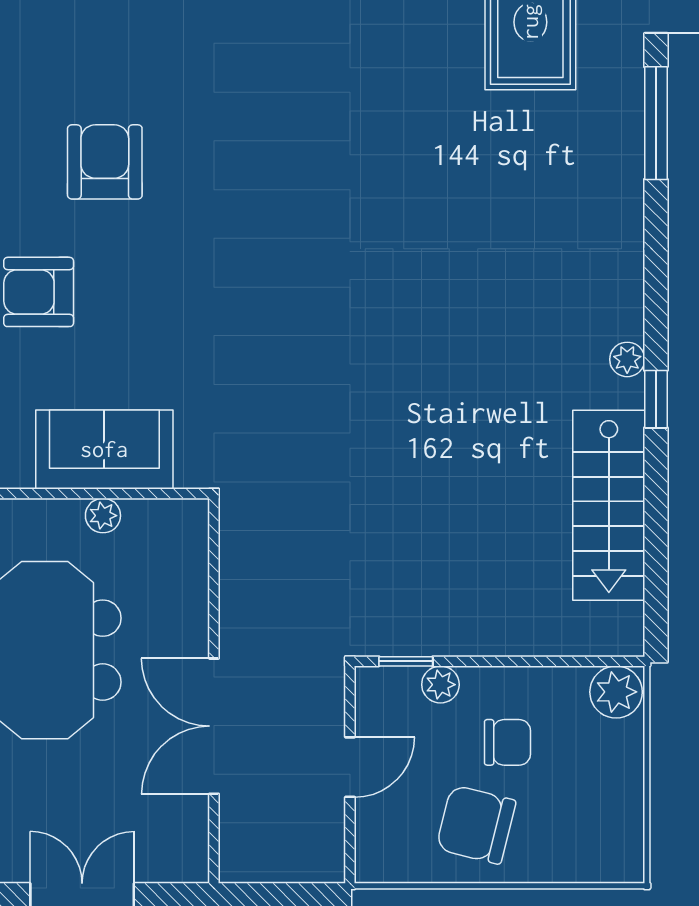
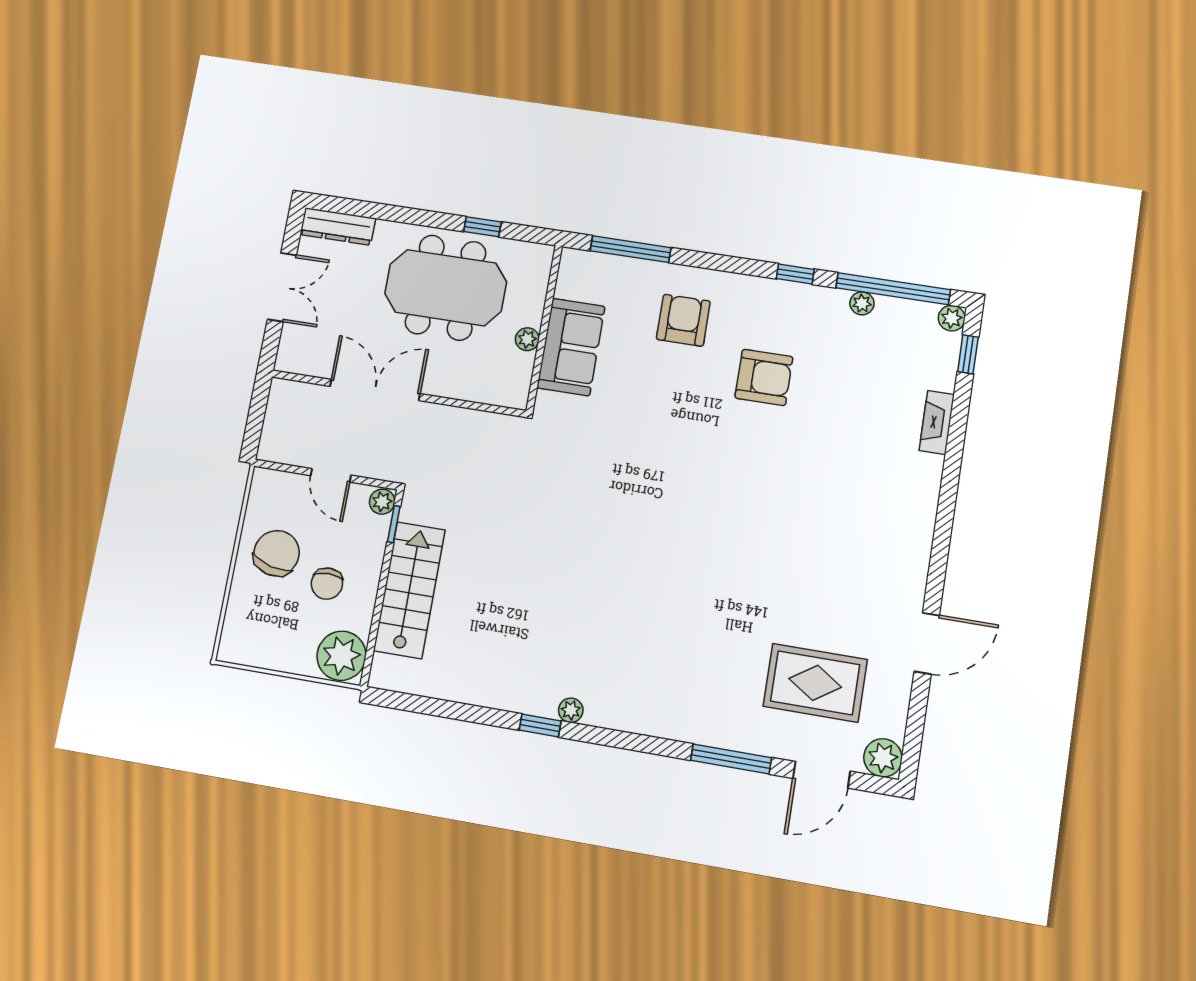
stairs: (609, 505) -> (409, 590), moved, turned 90
plant: (440, 685) -> (382, 502), moved
plant: (616, 692) -> (341, 656), width x1.36, depth x1.36

